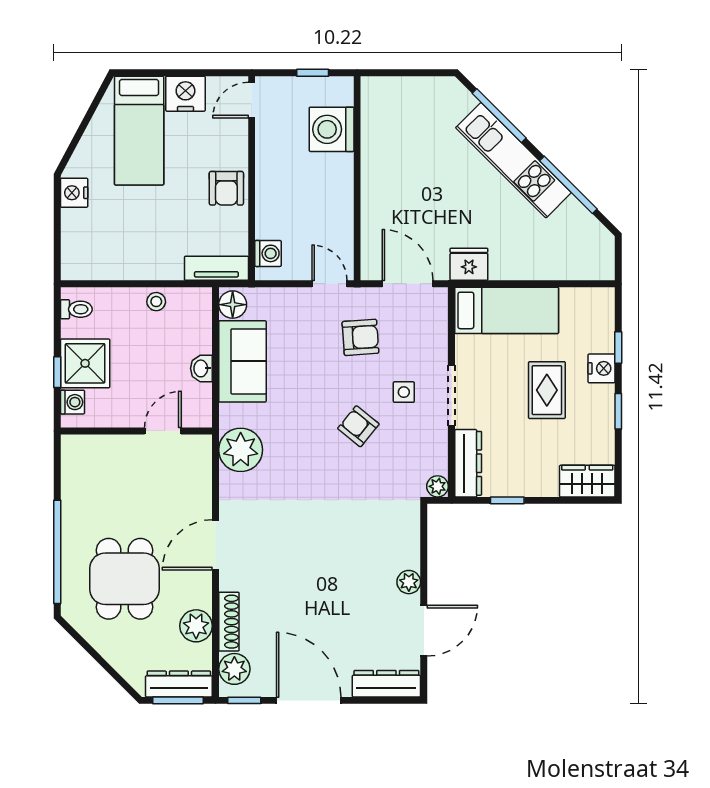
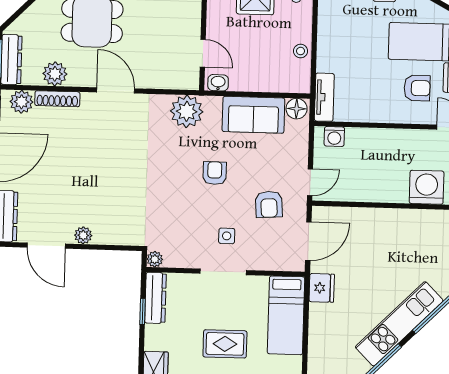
armchair: (226, 188) -> (417, 88), moved, turned 180
washbasin: (201, 368) -> (218, 83), moved
armchair: (358, 426) -> (215, 173), moved, turned -39
dresser: (468, 463) -> (156, 298), moved, turned -90

